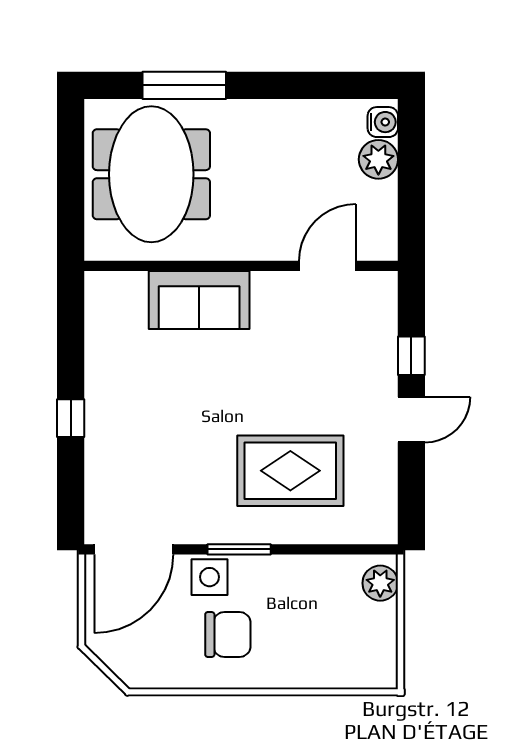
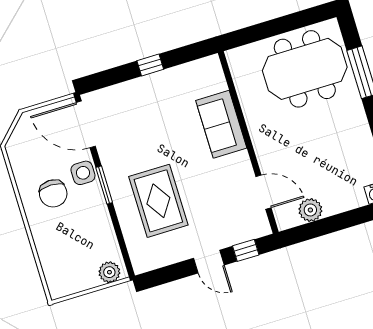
plant: (378, 159) -> (310, 210), moved
wall: (241, 266) -> (248, 142), moved
door: (327, 266) -> (263, 192), moved
sofa: (199, 300) -> (221, 124), moved

